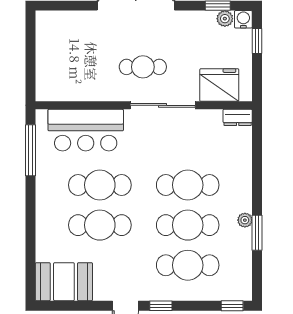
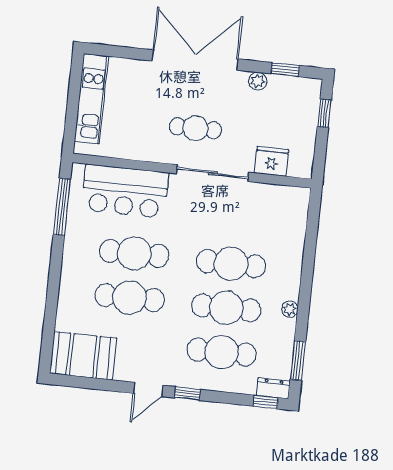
plant: (225, 19) -> (258, 81), moved
water cooler: (243, 19) -> (312, 88), removed
kitchen unit: (47, 50) -> (91, 99), added
fridge: (219, 85) -> (271, 161), width x0.73, depth x0.75
dresser: (238, 117) -> (273, 388), moved, turned 180
window: (257, 233) -> (298, 360), moved

